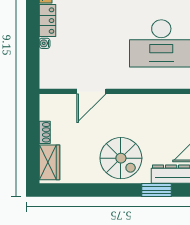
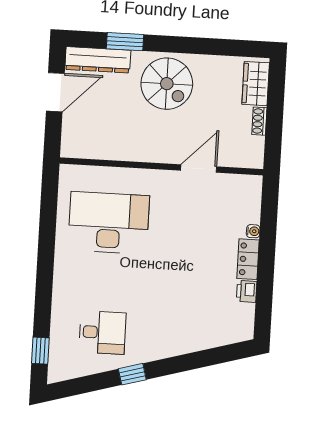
spiral stairs: (121, 158) -> (167, 84), turned 180

